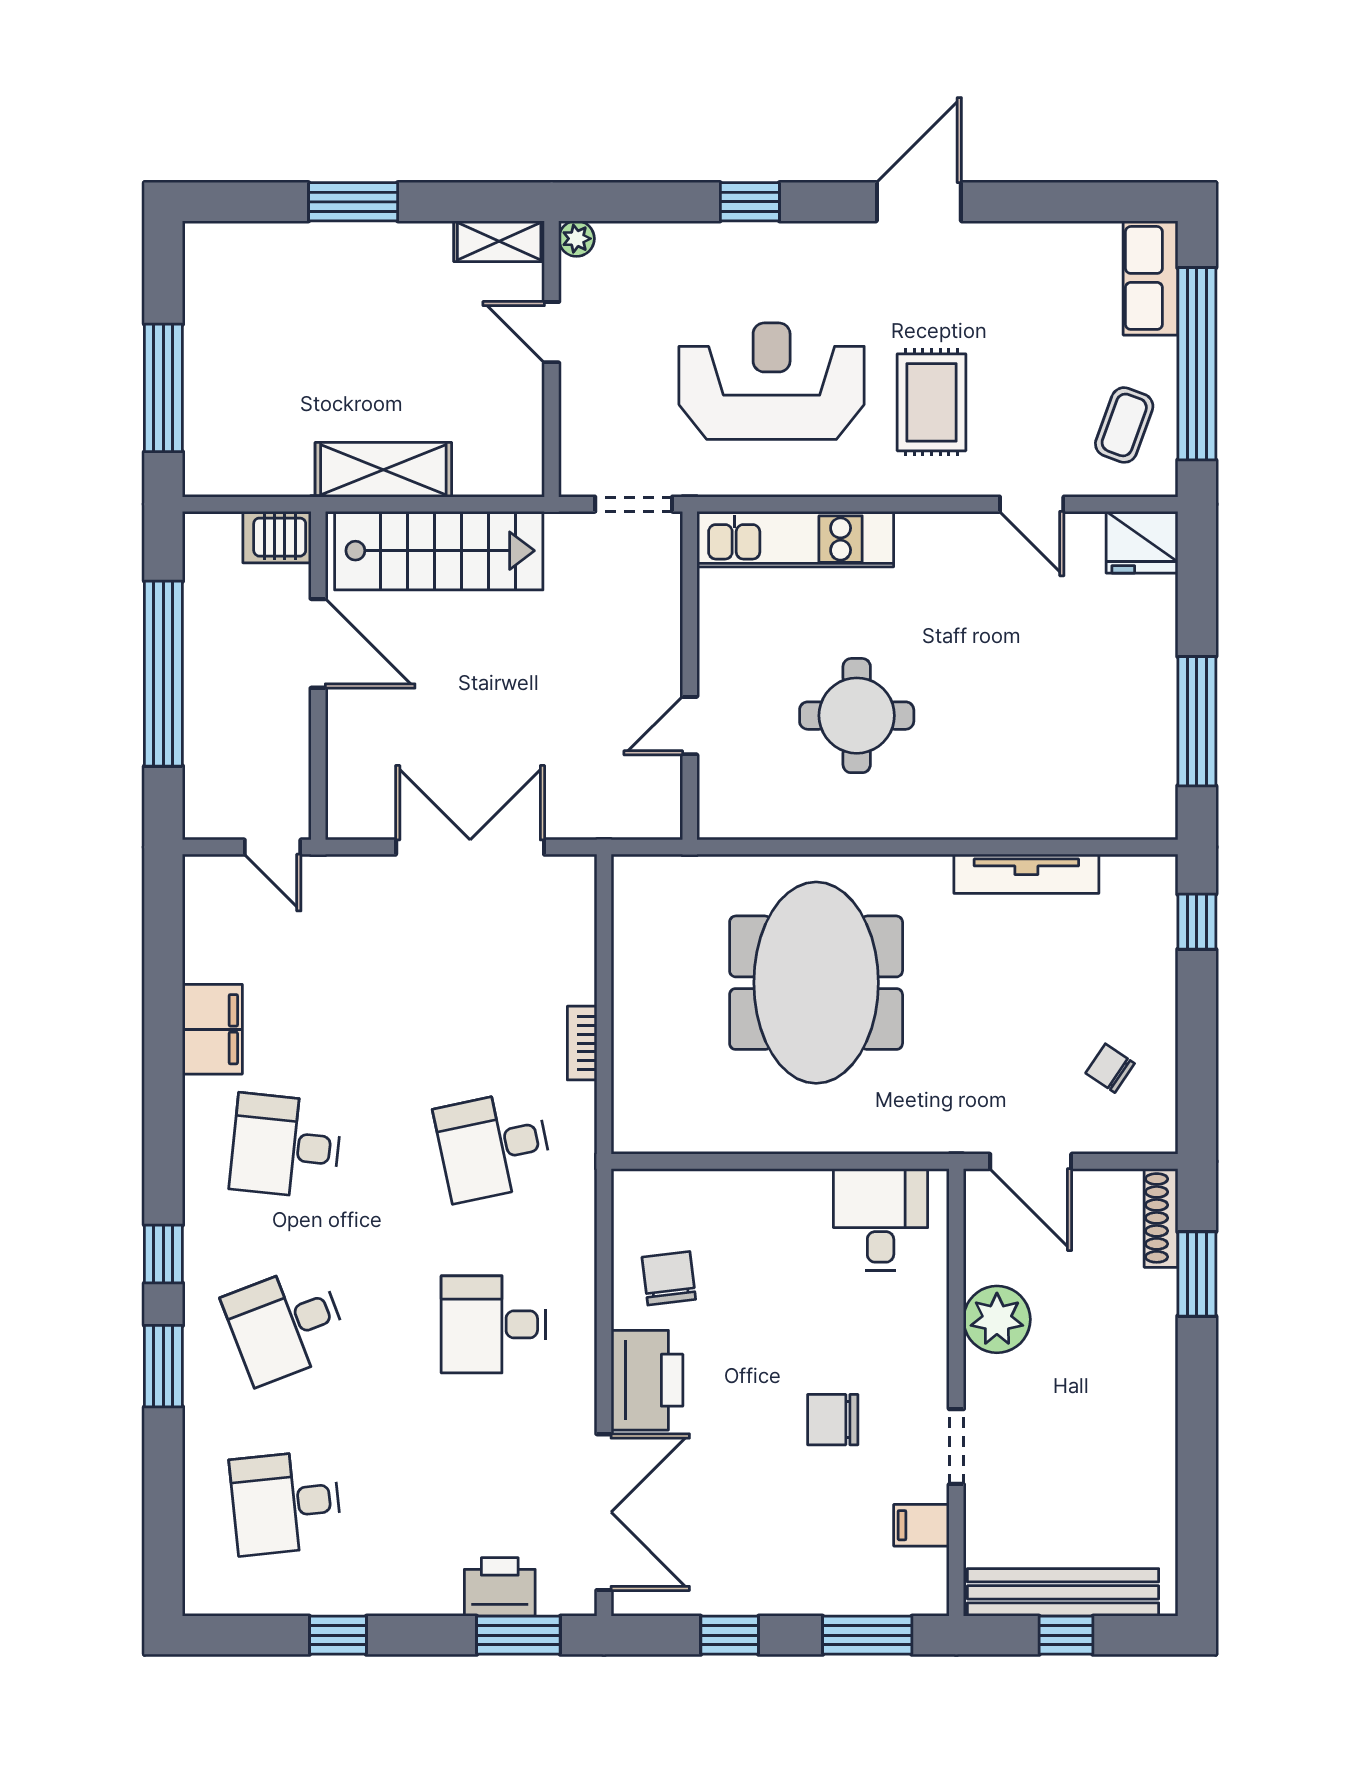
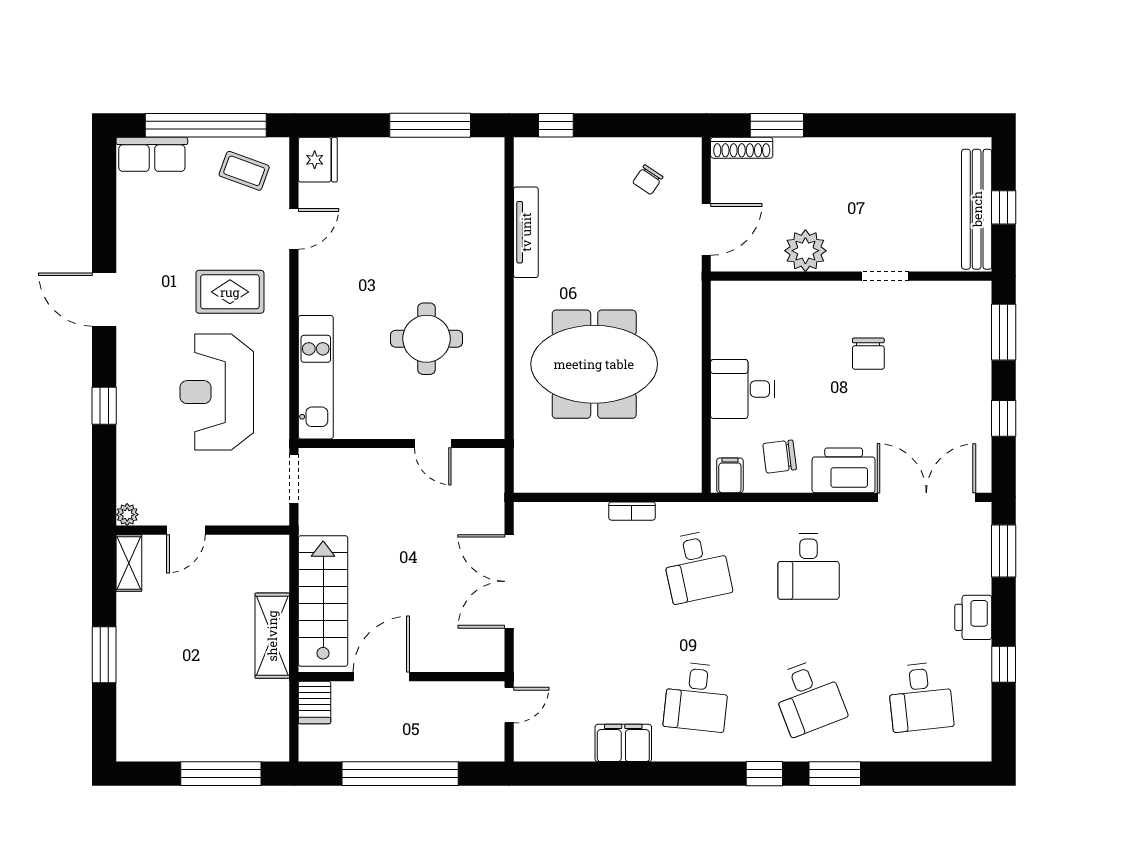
desk: (881, 1219) -> (743, 389), moved
filing cabinet: (921, 1525) -> (730, 475), moved, turned 180
printer: (500, 1587) -> (973, 617), moved

